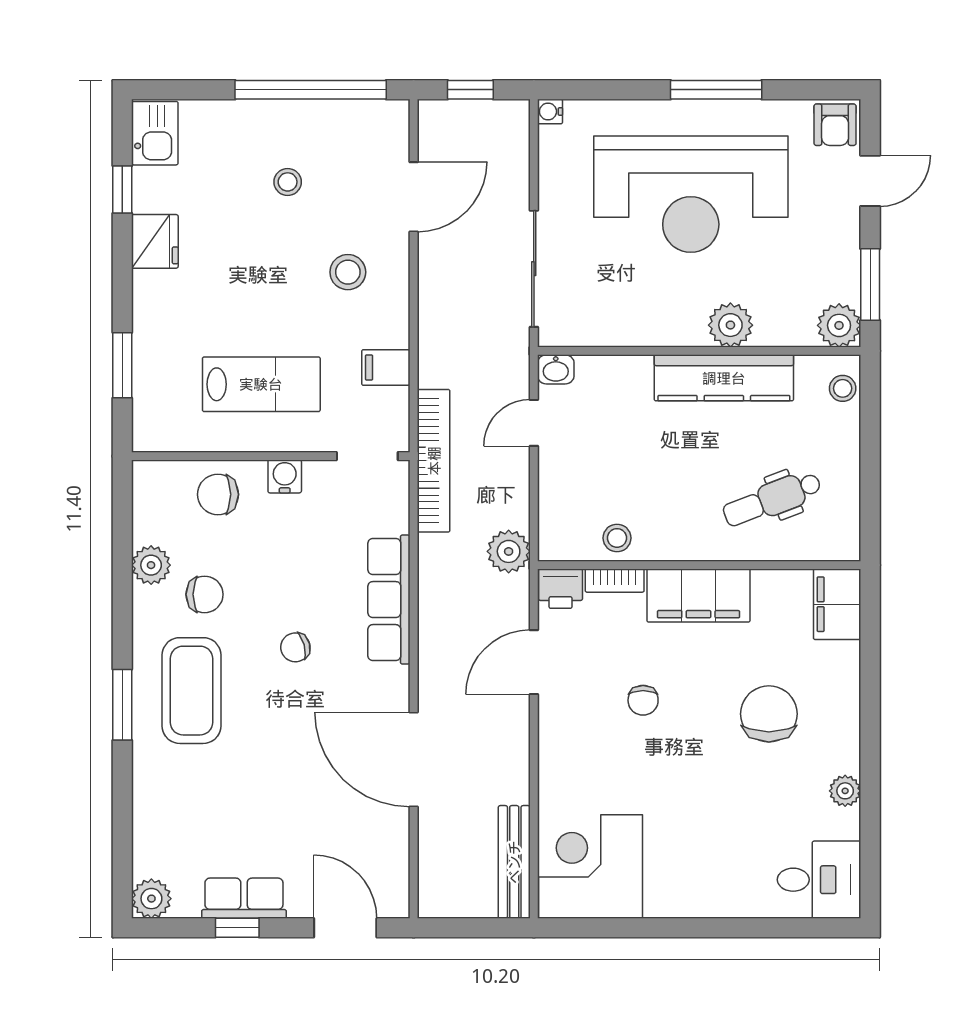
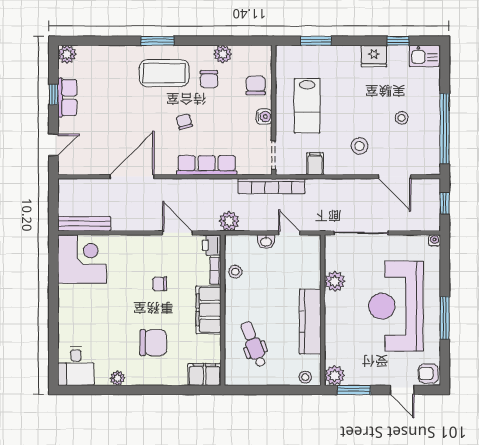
plant: (730, 325) -> (335, 281), moved
washbasin: (556, 369) -> (266, 242), moved, turned -90
door: (345, 928) -> (53, 145), width x0.73

